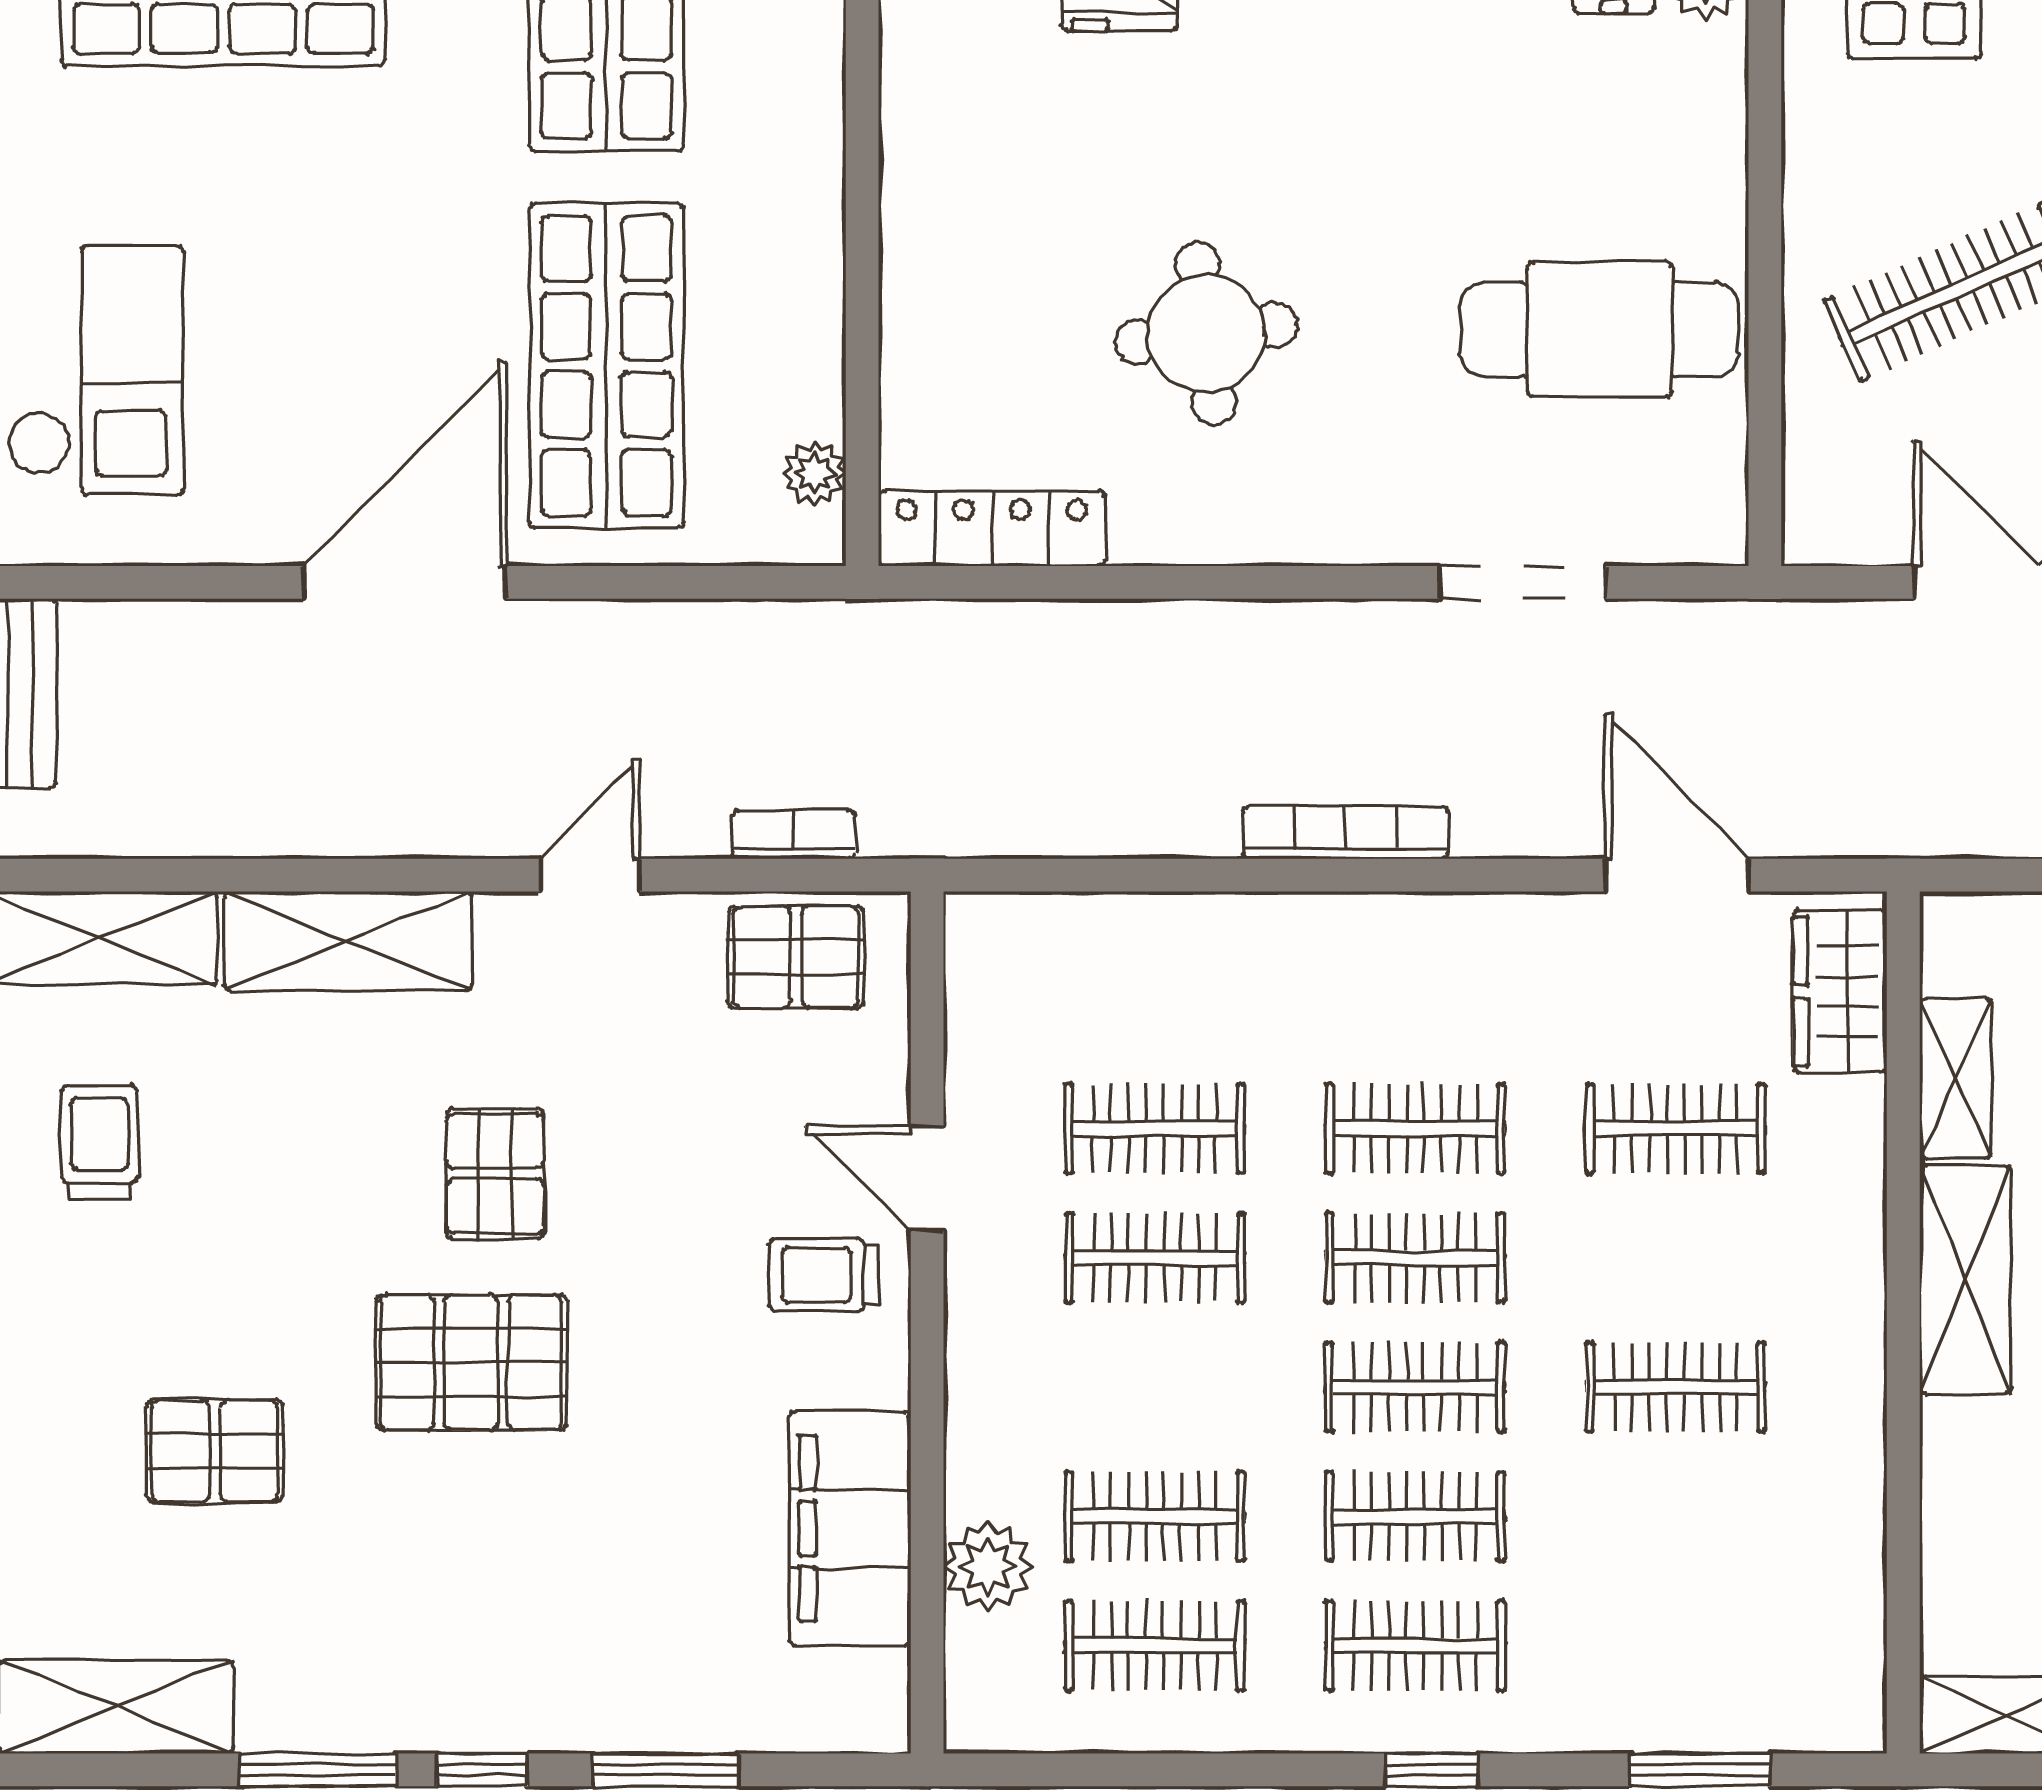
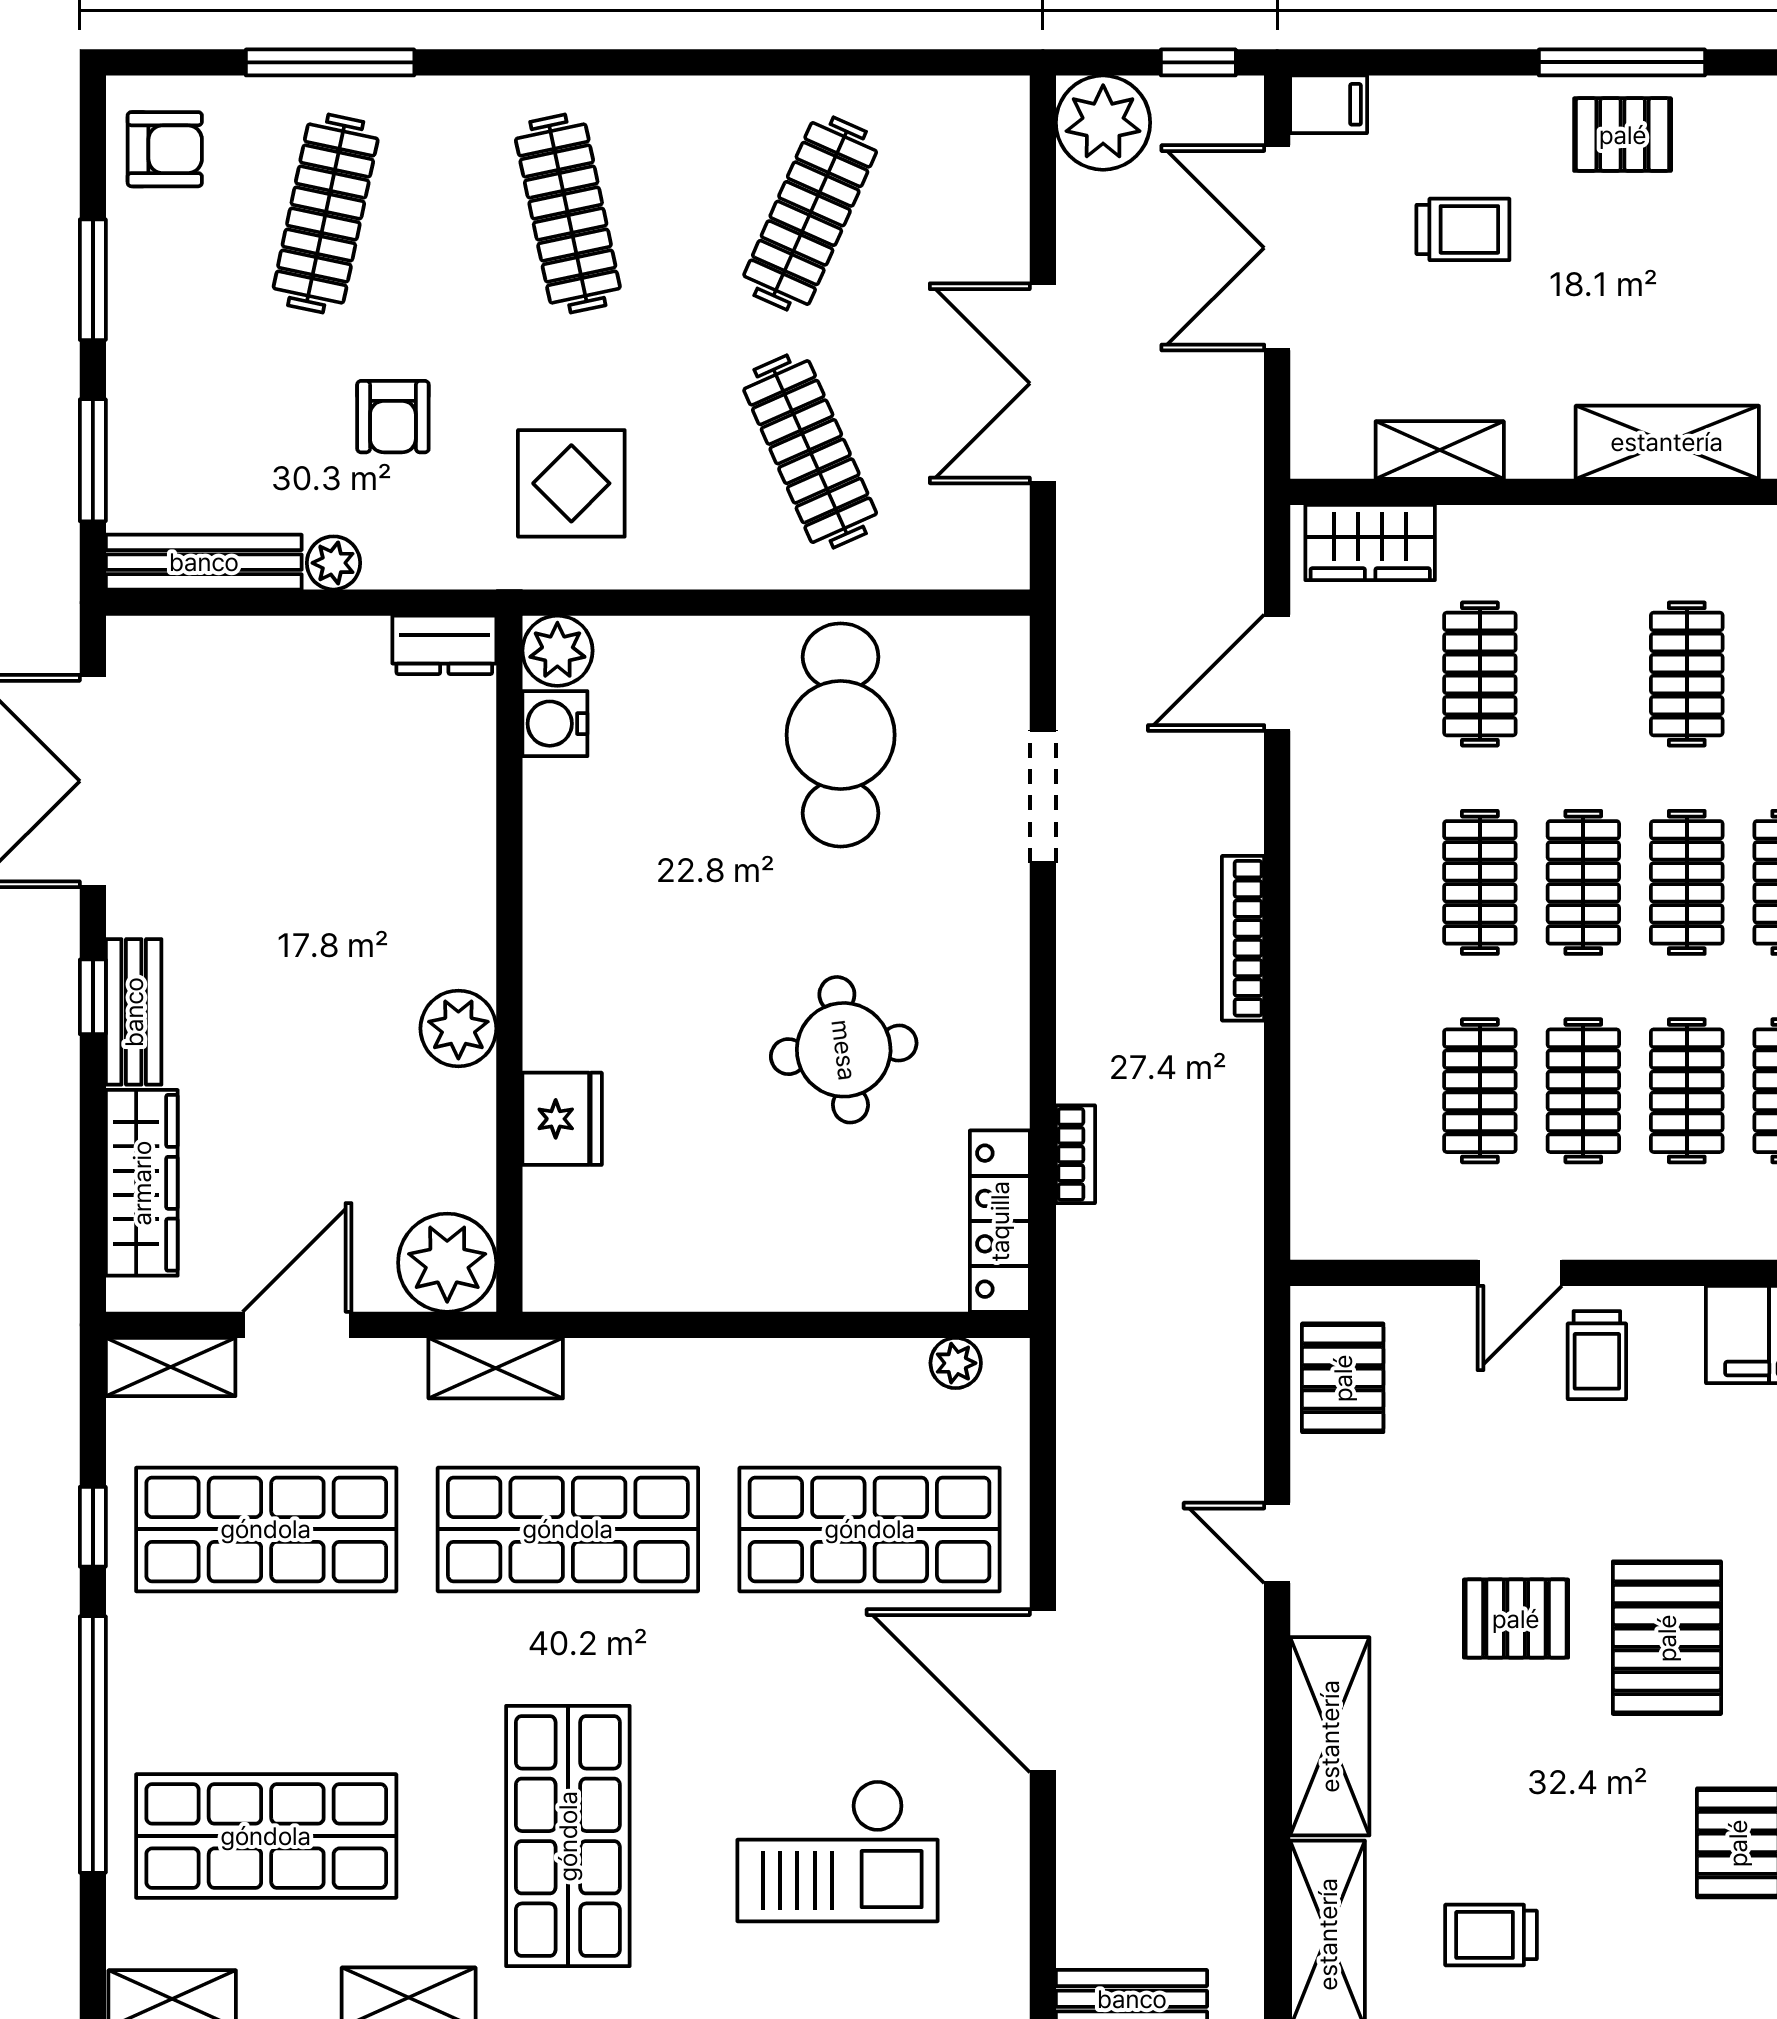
checkout: (96, 370) -> (838, 1851), moved, turned 180
bookcase: (794, 834) -> (1075, 1154), moved, turned 180
shelving: (1965, 1279) -> (1667, 442), moved
clothes rail: (1155, 1387) -> (1687, 1091), added

